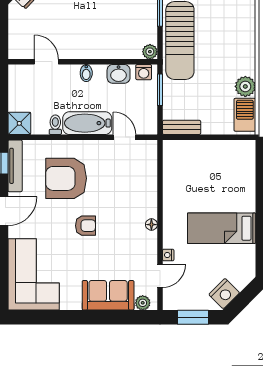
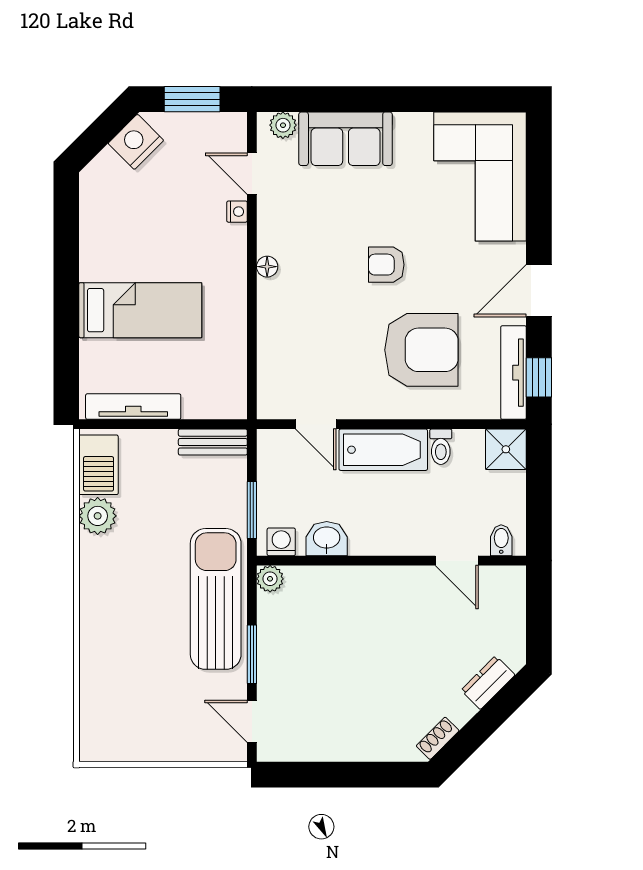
bidet: (86, 73) -> (501, 540), moved
tv unit: (226, 147) -> (133, 407), added
bed: (222, 228) -> (140, 310), moved
door: (160, 276) -> (252, 174), hinge flipped

